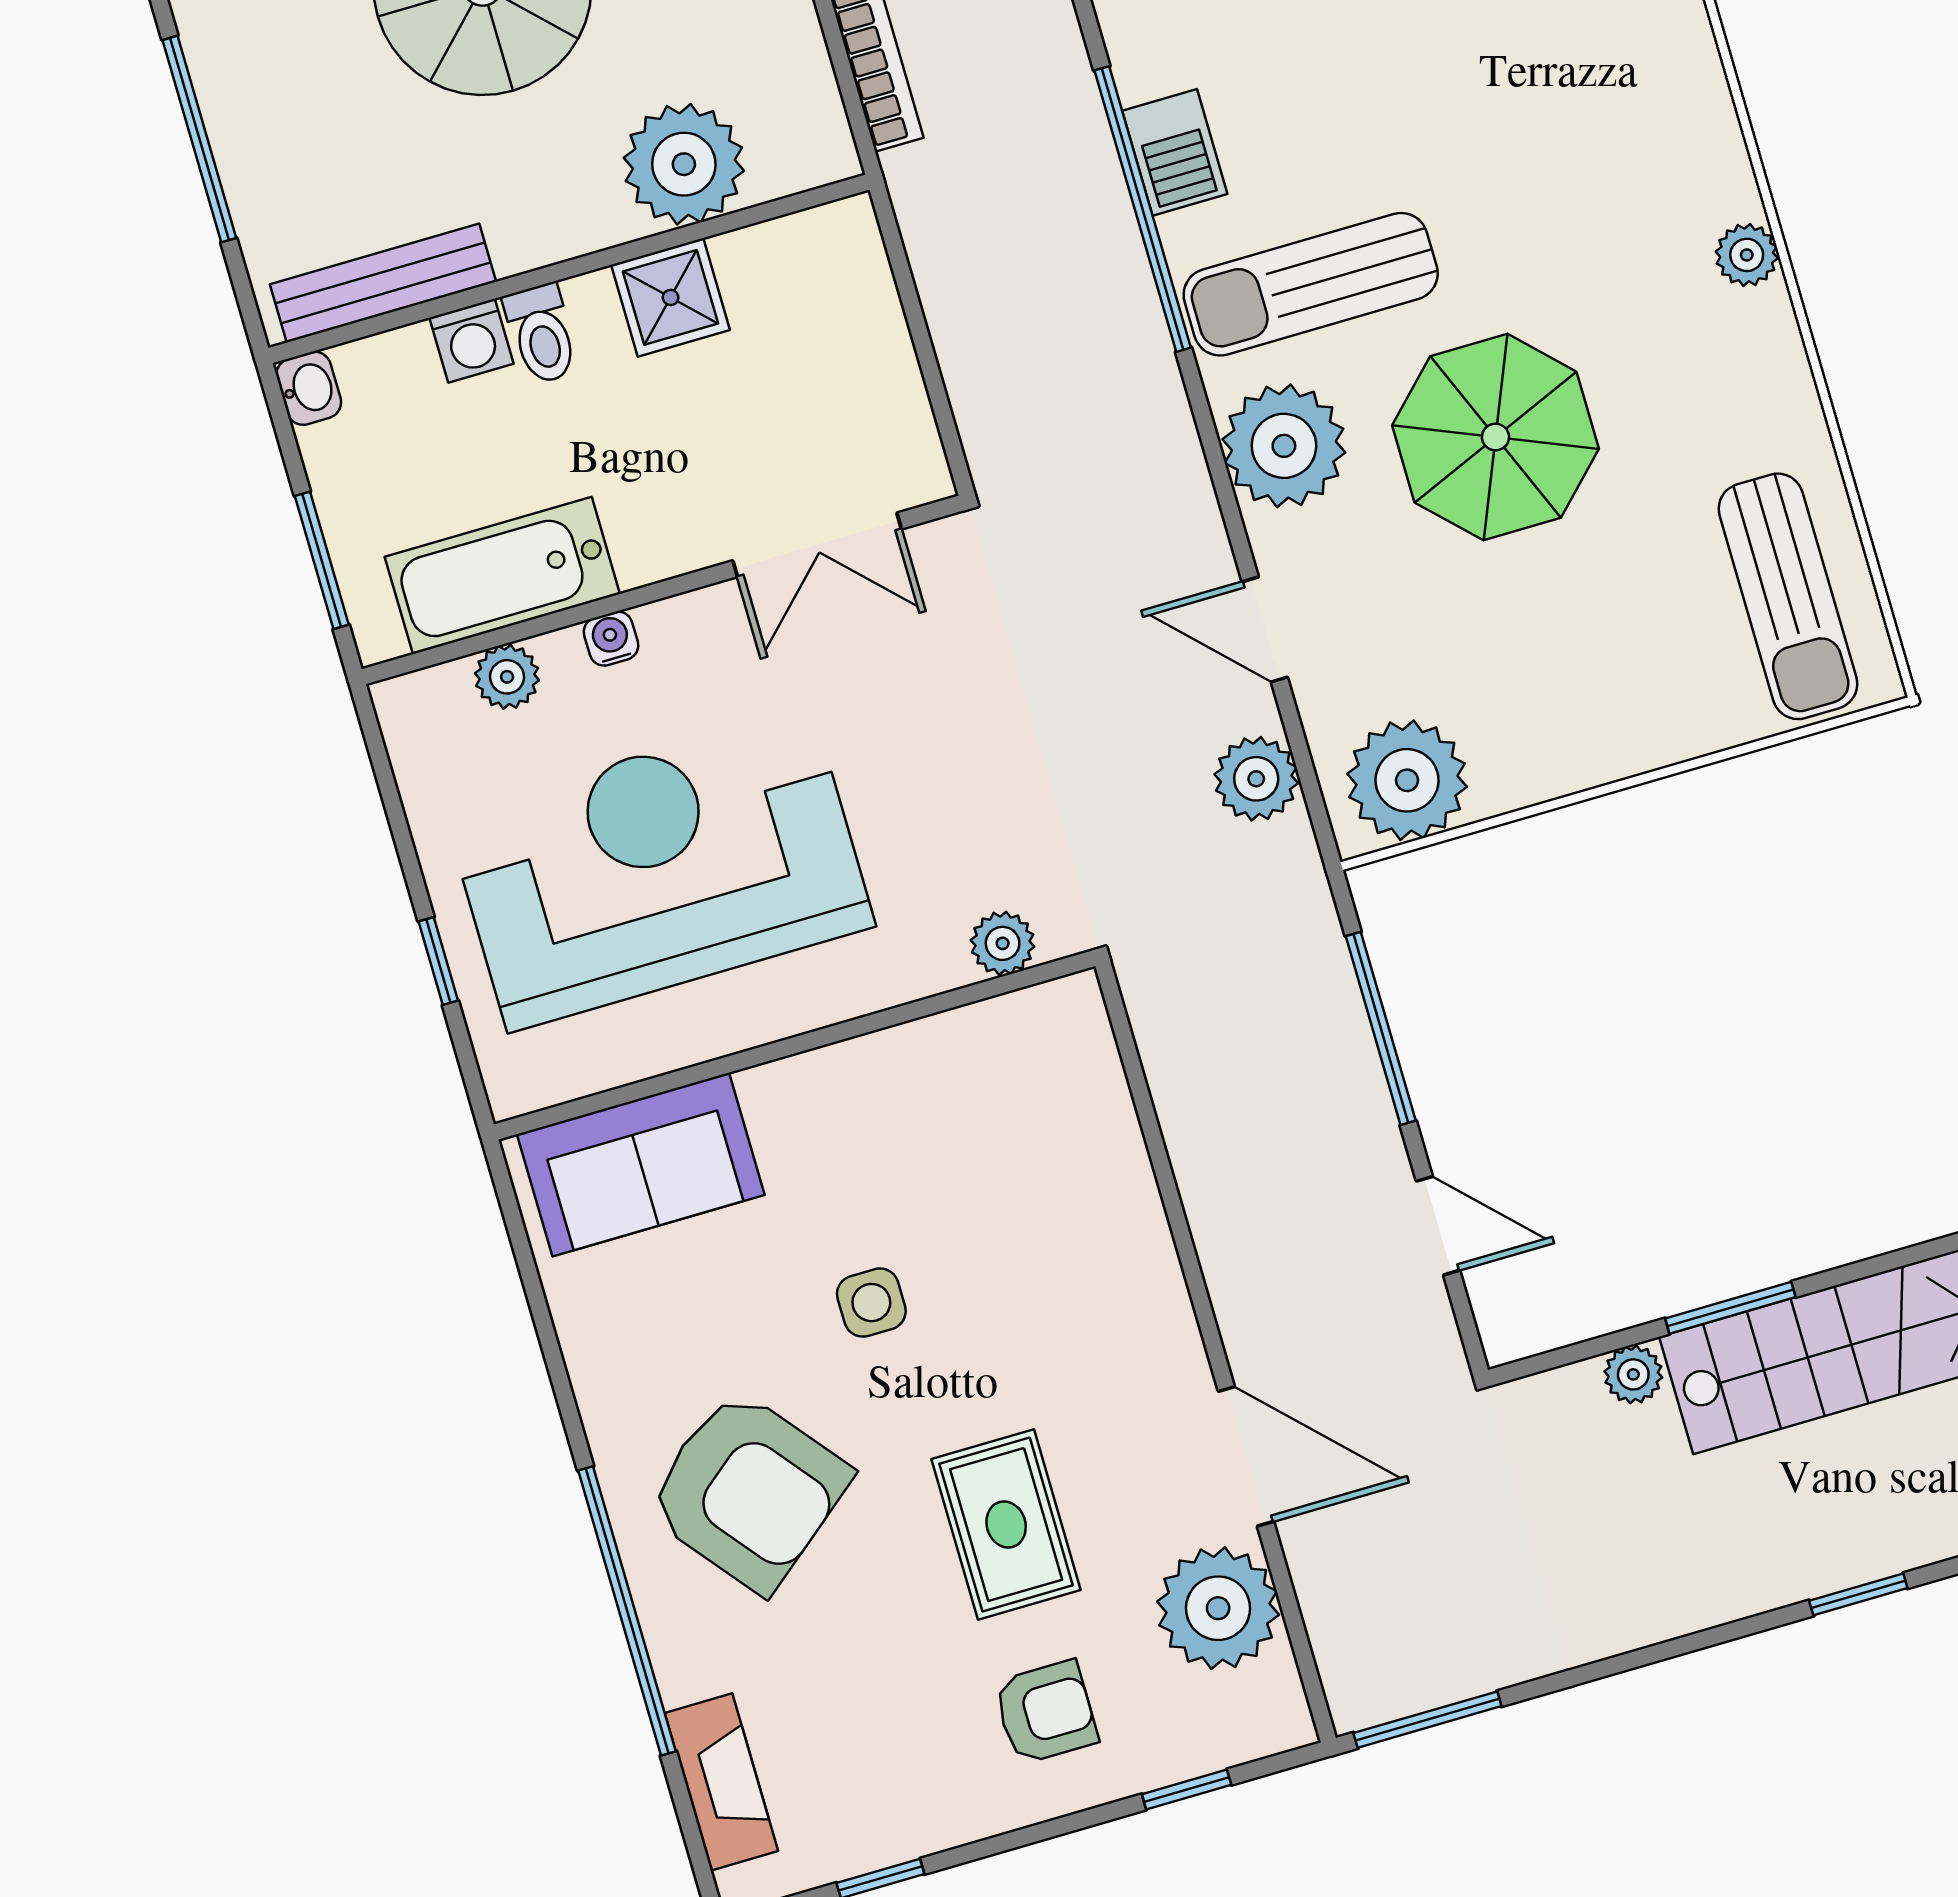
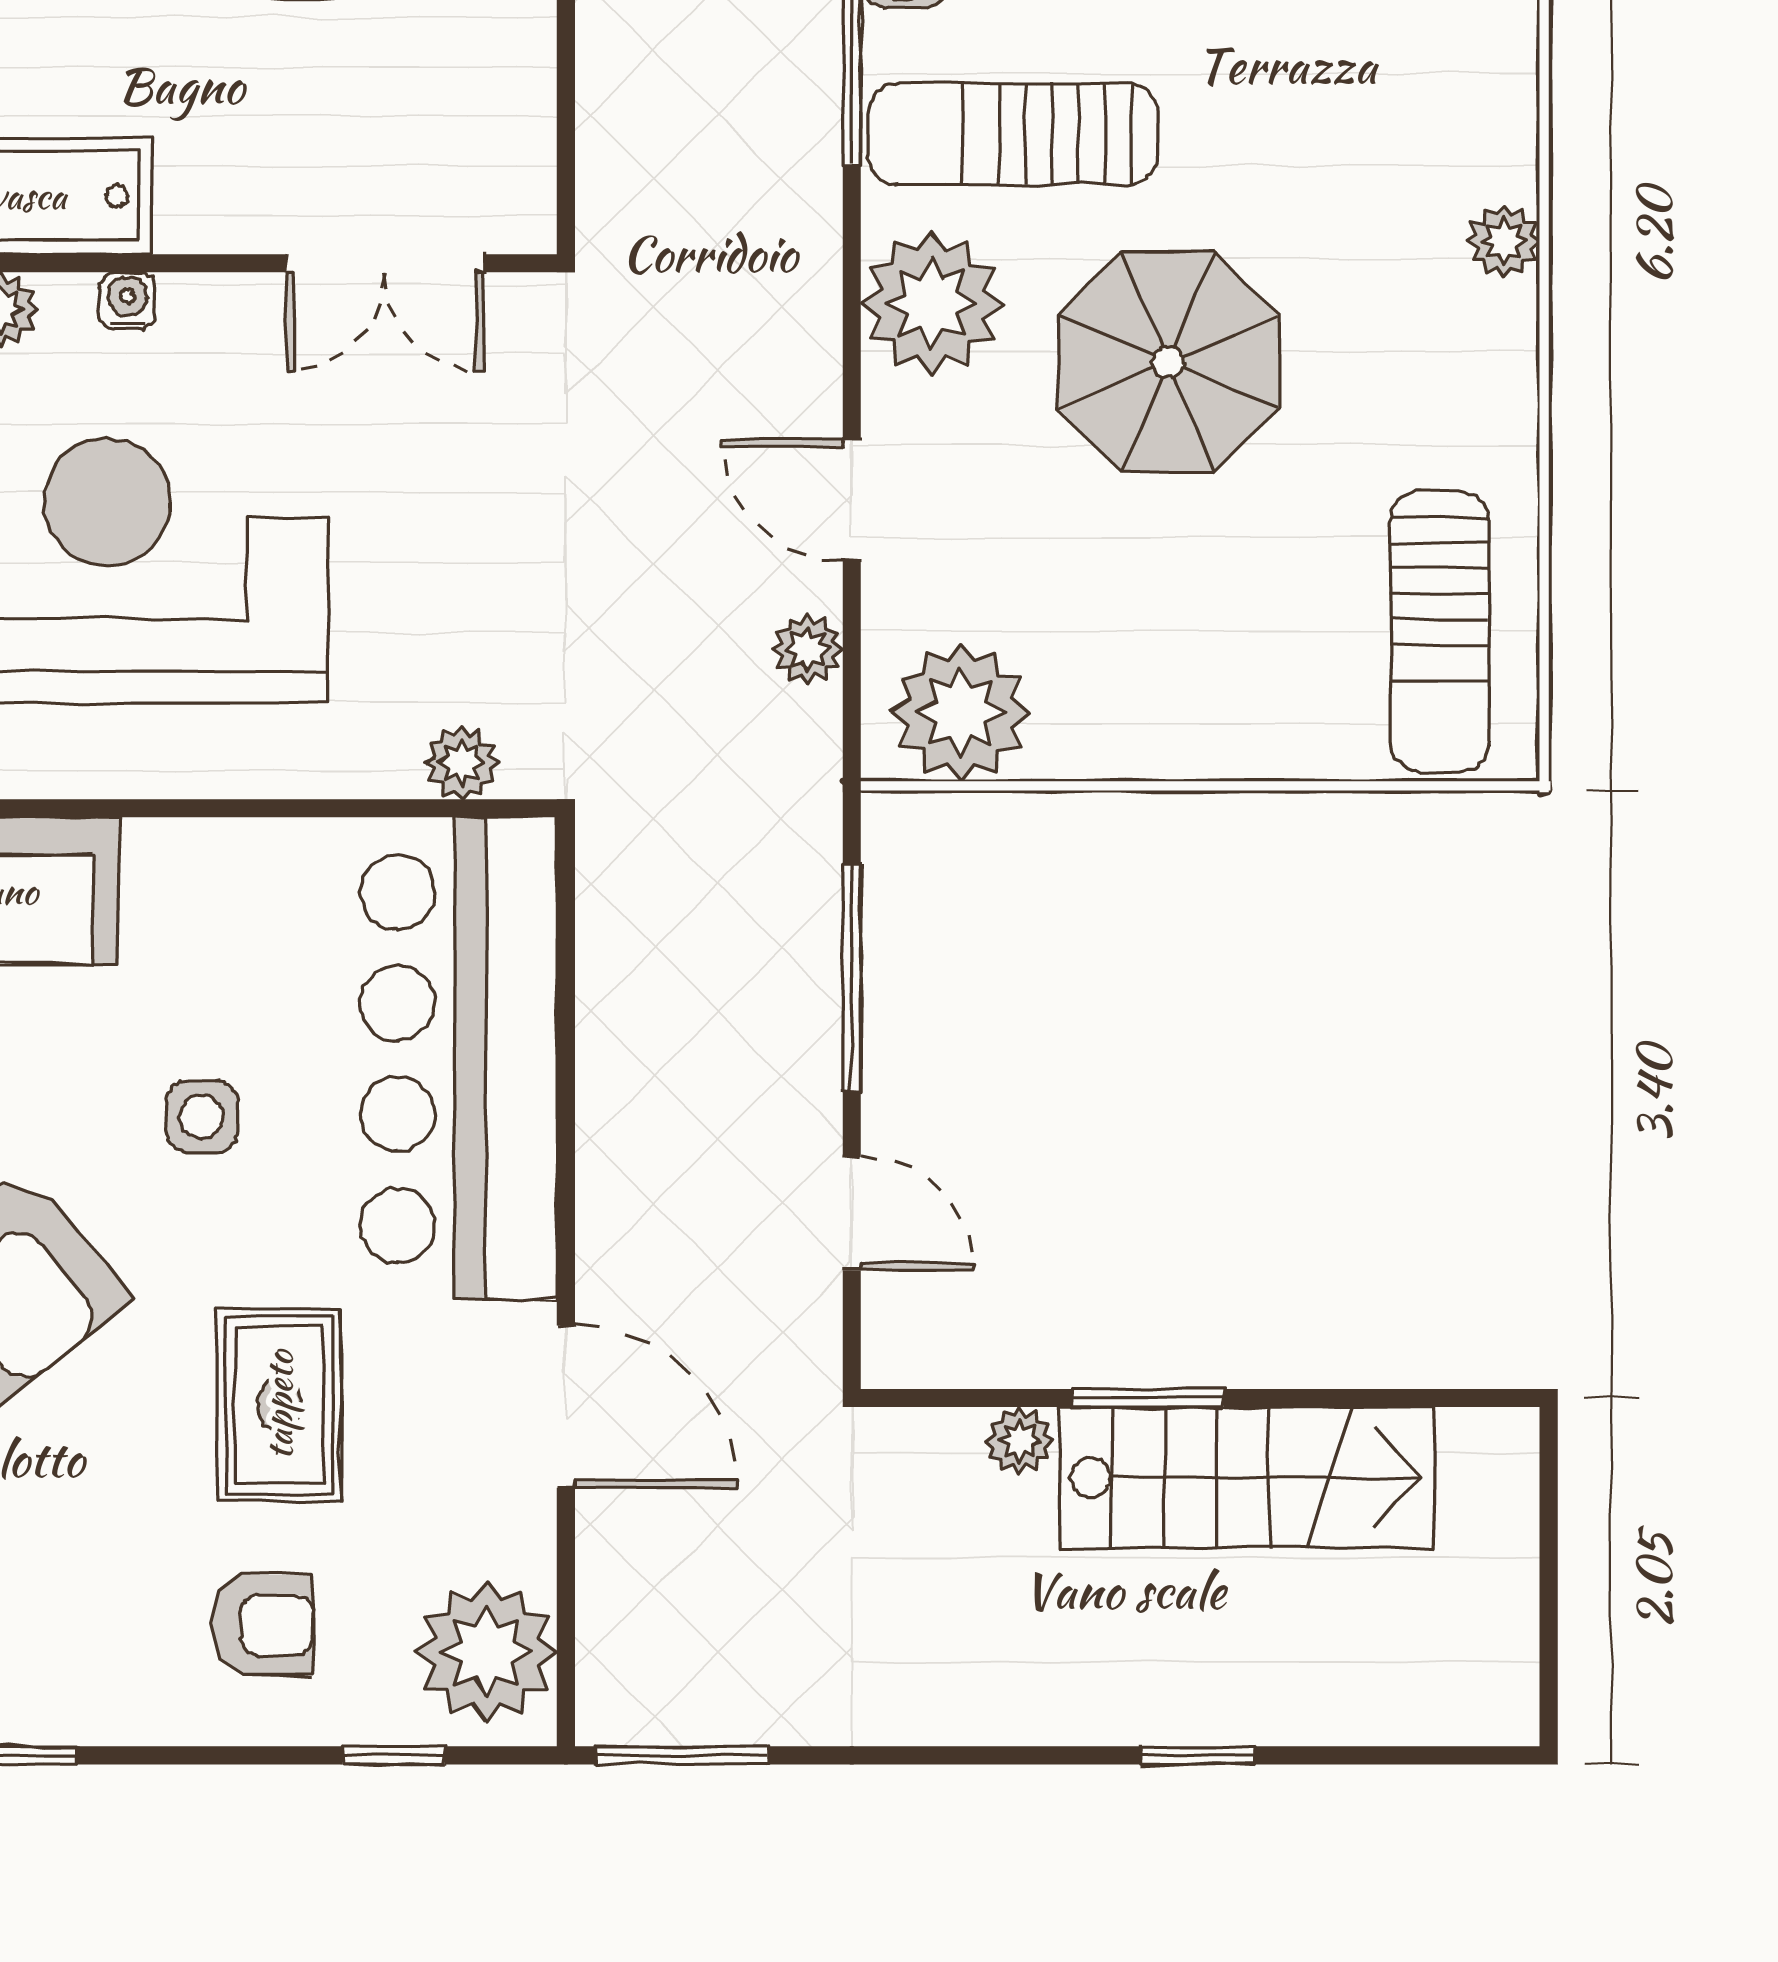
plant: (1256, 779) -> (808, 649), width x0.73, depth x0.73
bar counter: (1072, 1192) -> (459, 1059), added
plant: (1218, 1608) -> (486, 1652), moved

